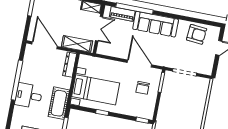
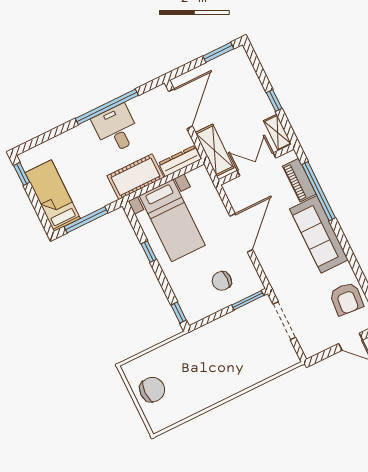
double door: (99, 29) -> (256, 164), swing flipped
door: (139, 64) -> (241, 233), moved
desk: (29, 96) -> (116, 129), moved
cot: (59, 103) -> (135, 177), moved

